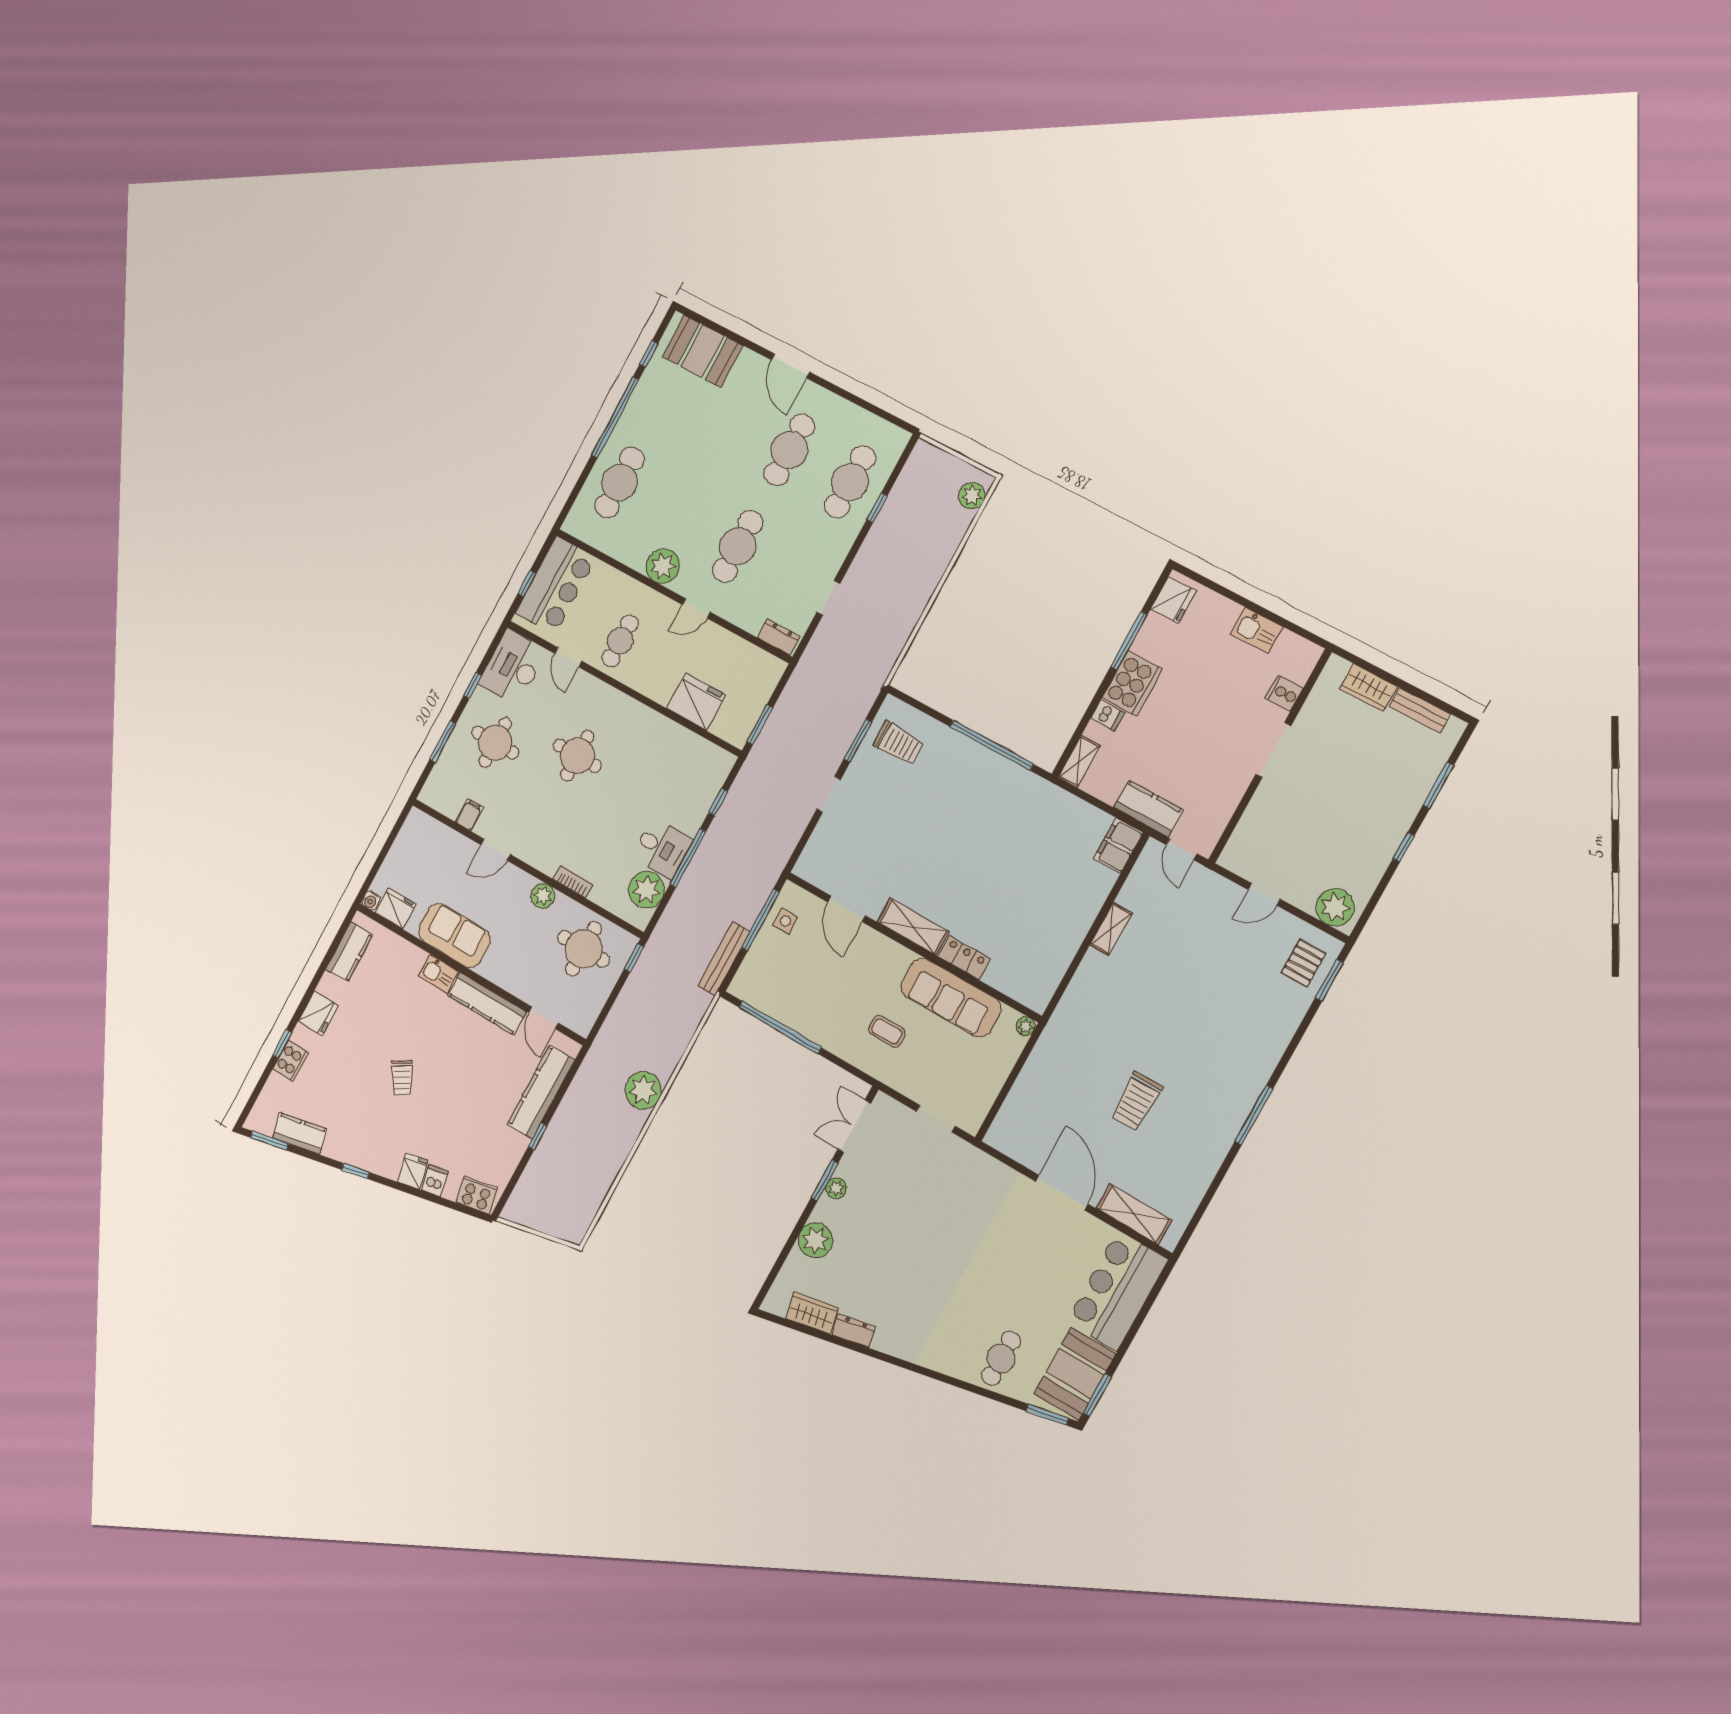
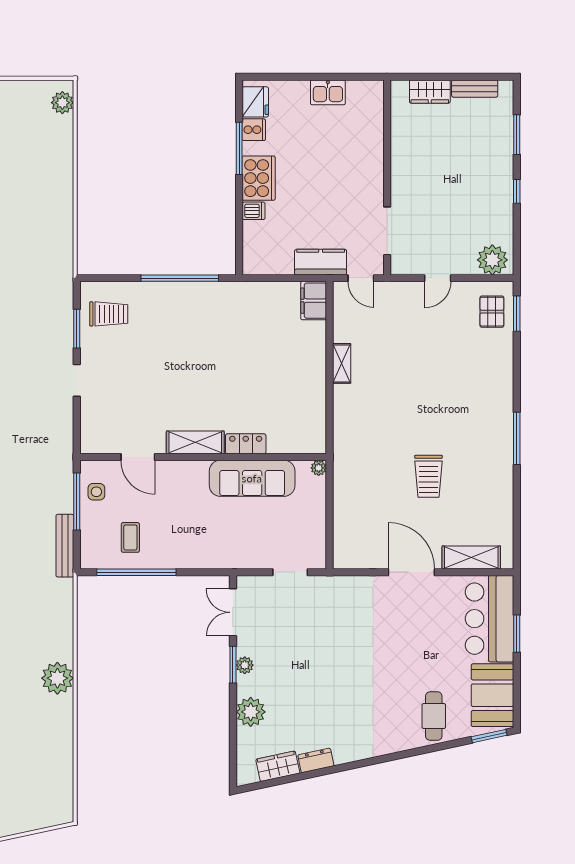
cooker: (1284, 693) -> (254, 130), moved, turned 180
doorway: (1273, 750) -> (387, 231), moved
shelving: (1079, 761) -> (251, 255), removed
coffee table: (887, 1031) -> (130, 537), moved, turned 90
window: (1097, 1395) -> (517, 634), moved

